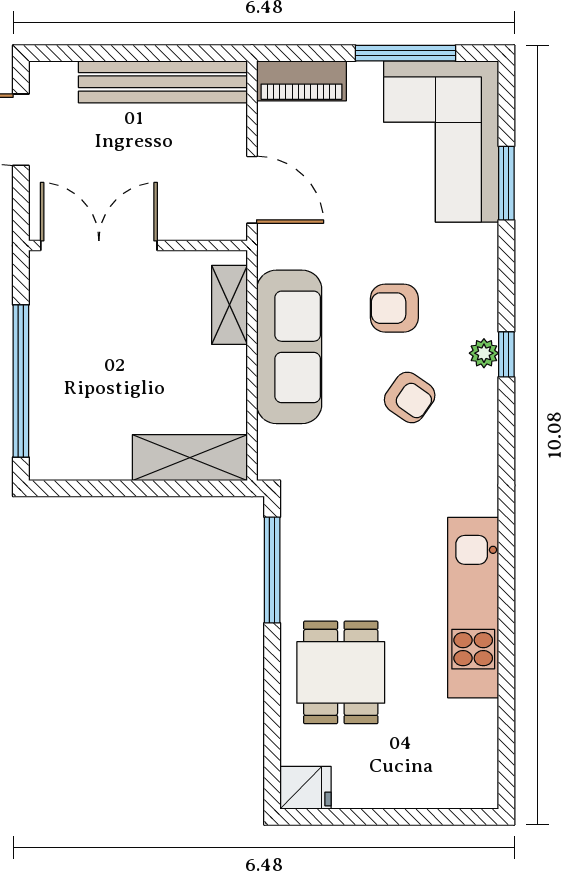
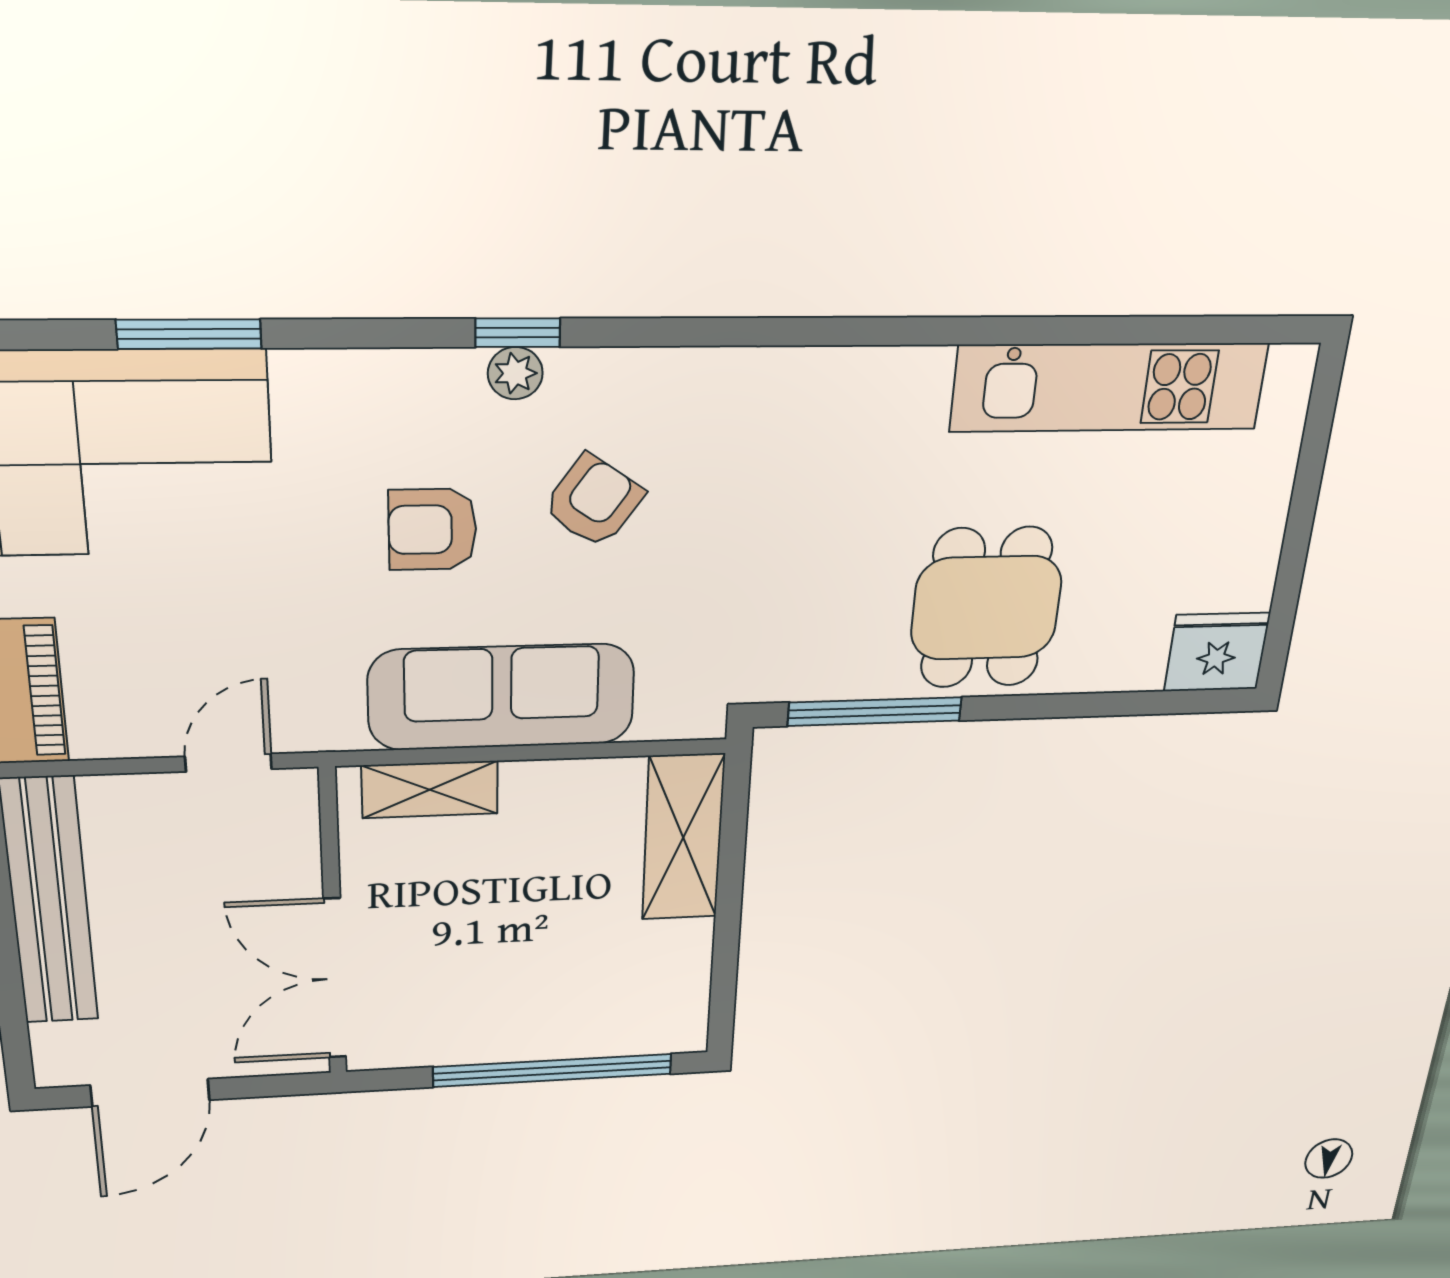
door: (252, 190) -> (228, 763), width x0.73
armchair: (394, 308) -> (432, 529), turned 90
kitchen unit: (473, 608) -> (1109, 387), moved
dining table: (341, 672) -> (986, 608), moved, turned 90
fridge: (305, 788) -> (1217, 652), width x1.38

